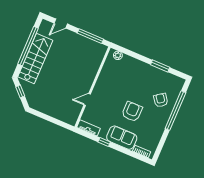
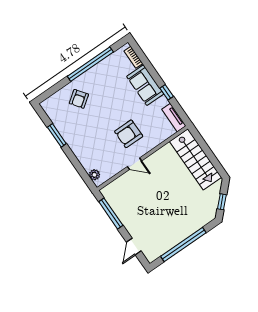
door: (61, 24) -> (134, 247), swing flipped
stairs: (35, 59) -> (196, 159), moved, turned -90
door: (87, 100) -> (134, 164), moved
window: (175, 111) -> (90, 64), moved
armchair: (132, 112) -> (129, 134), moved

